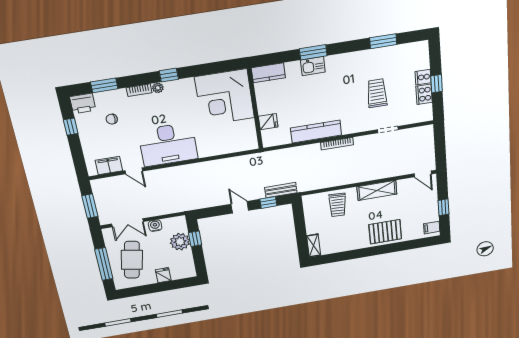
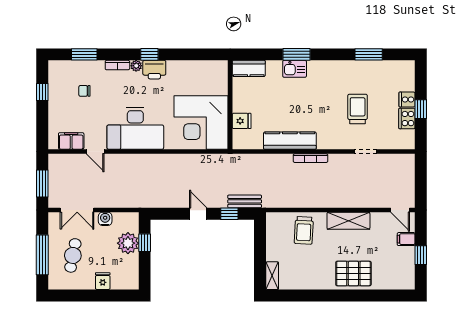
corner desk: (225, 97) -> (201, 122), moved
printer: (83, 103) -> (154, 70), moved
filing cabinet: (432, 228) -> (406, 239), moved
cafe table: (132, 260) -> (73, 255), width x0.73, depth x0.74

